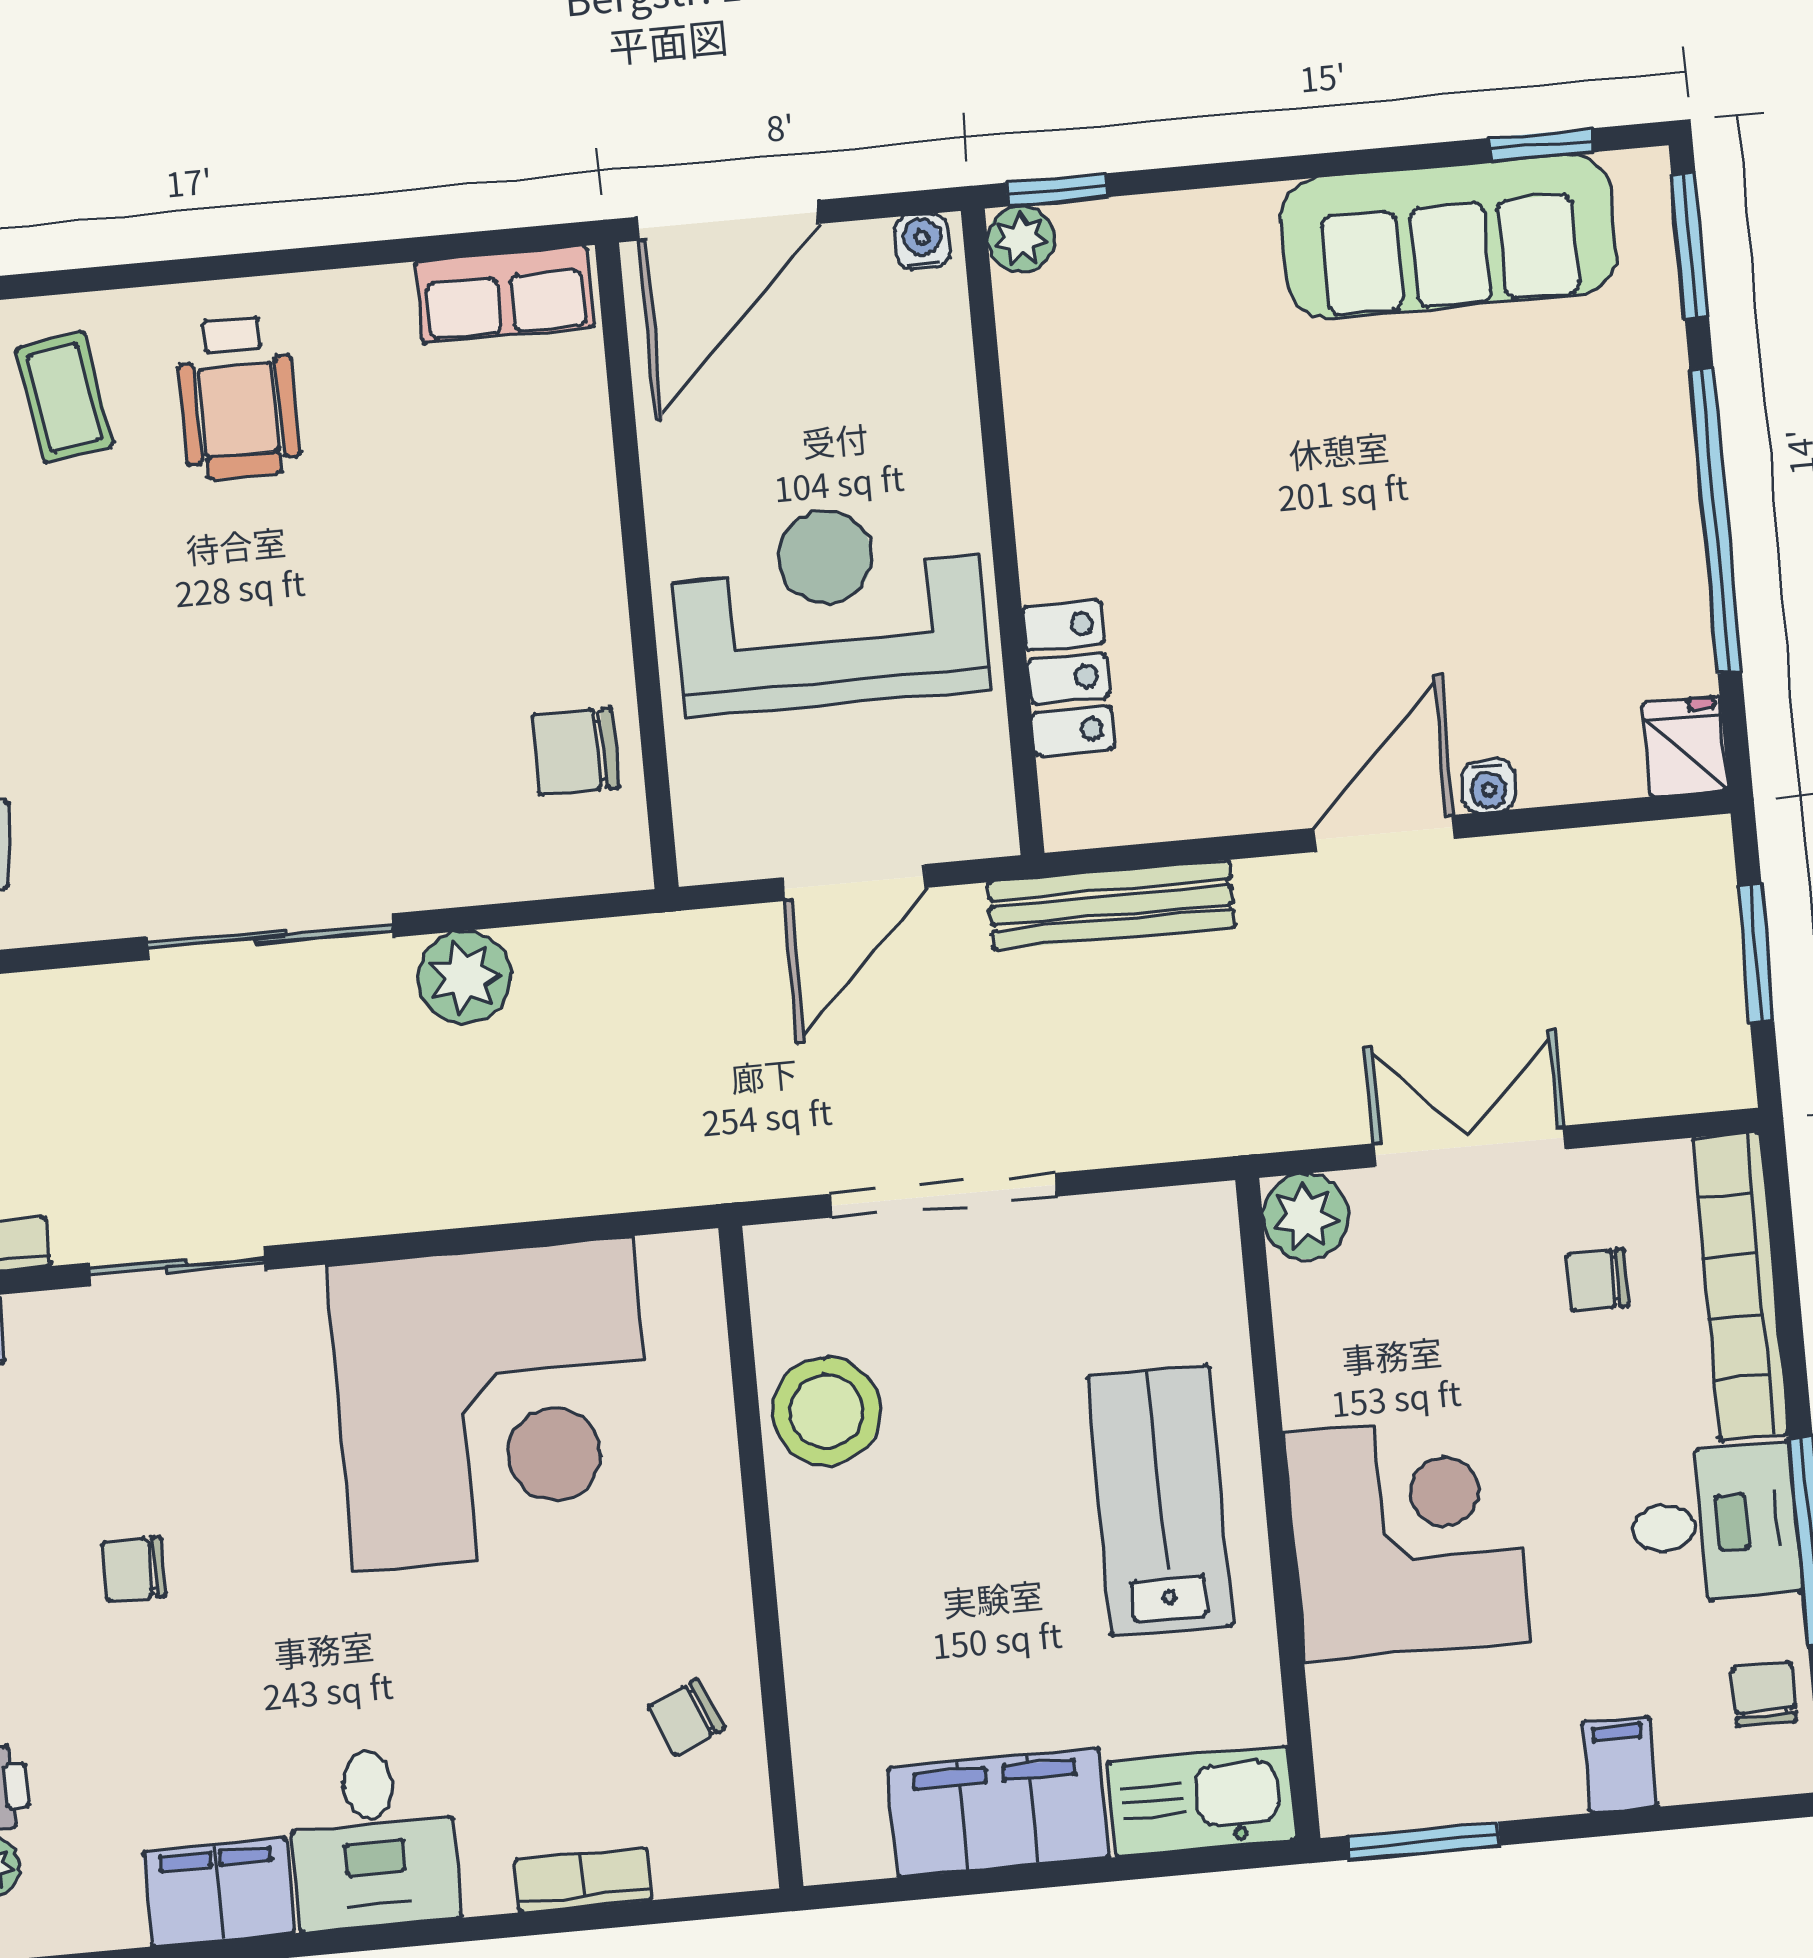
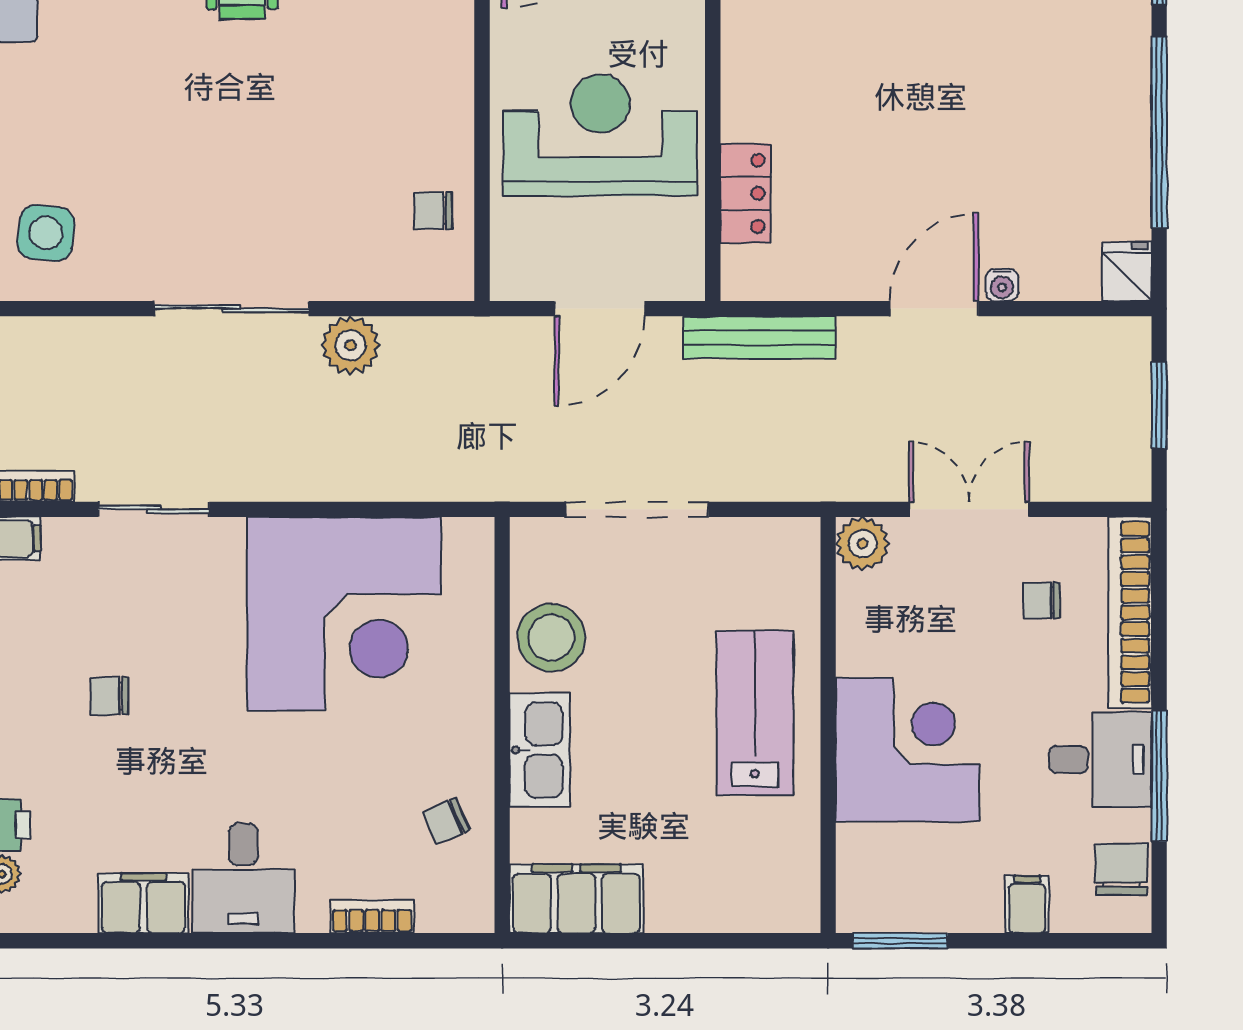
chair: (576, 752) -> (433, 211), width x0.73, depth x0.73
chair: (1764, 1695) -> (1121, 869), width x1.37, depth x1.37
kitchen sink: (1201, 1801) -> (540, 750), moved, turned 90
filing cabinet: (998, 1813) -> (576, 899), moved

